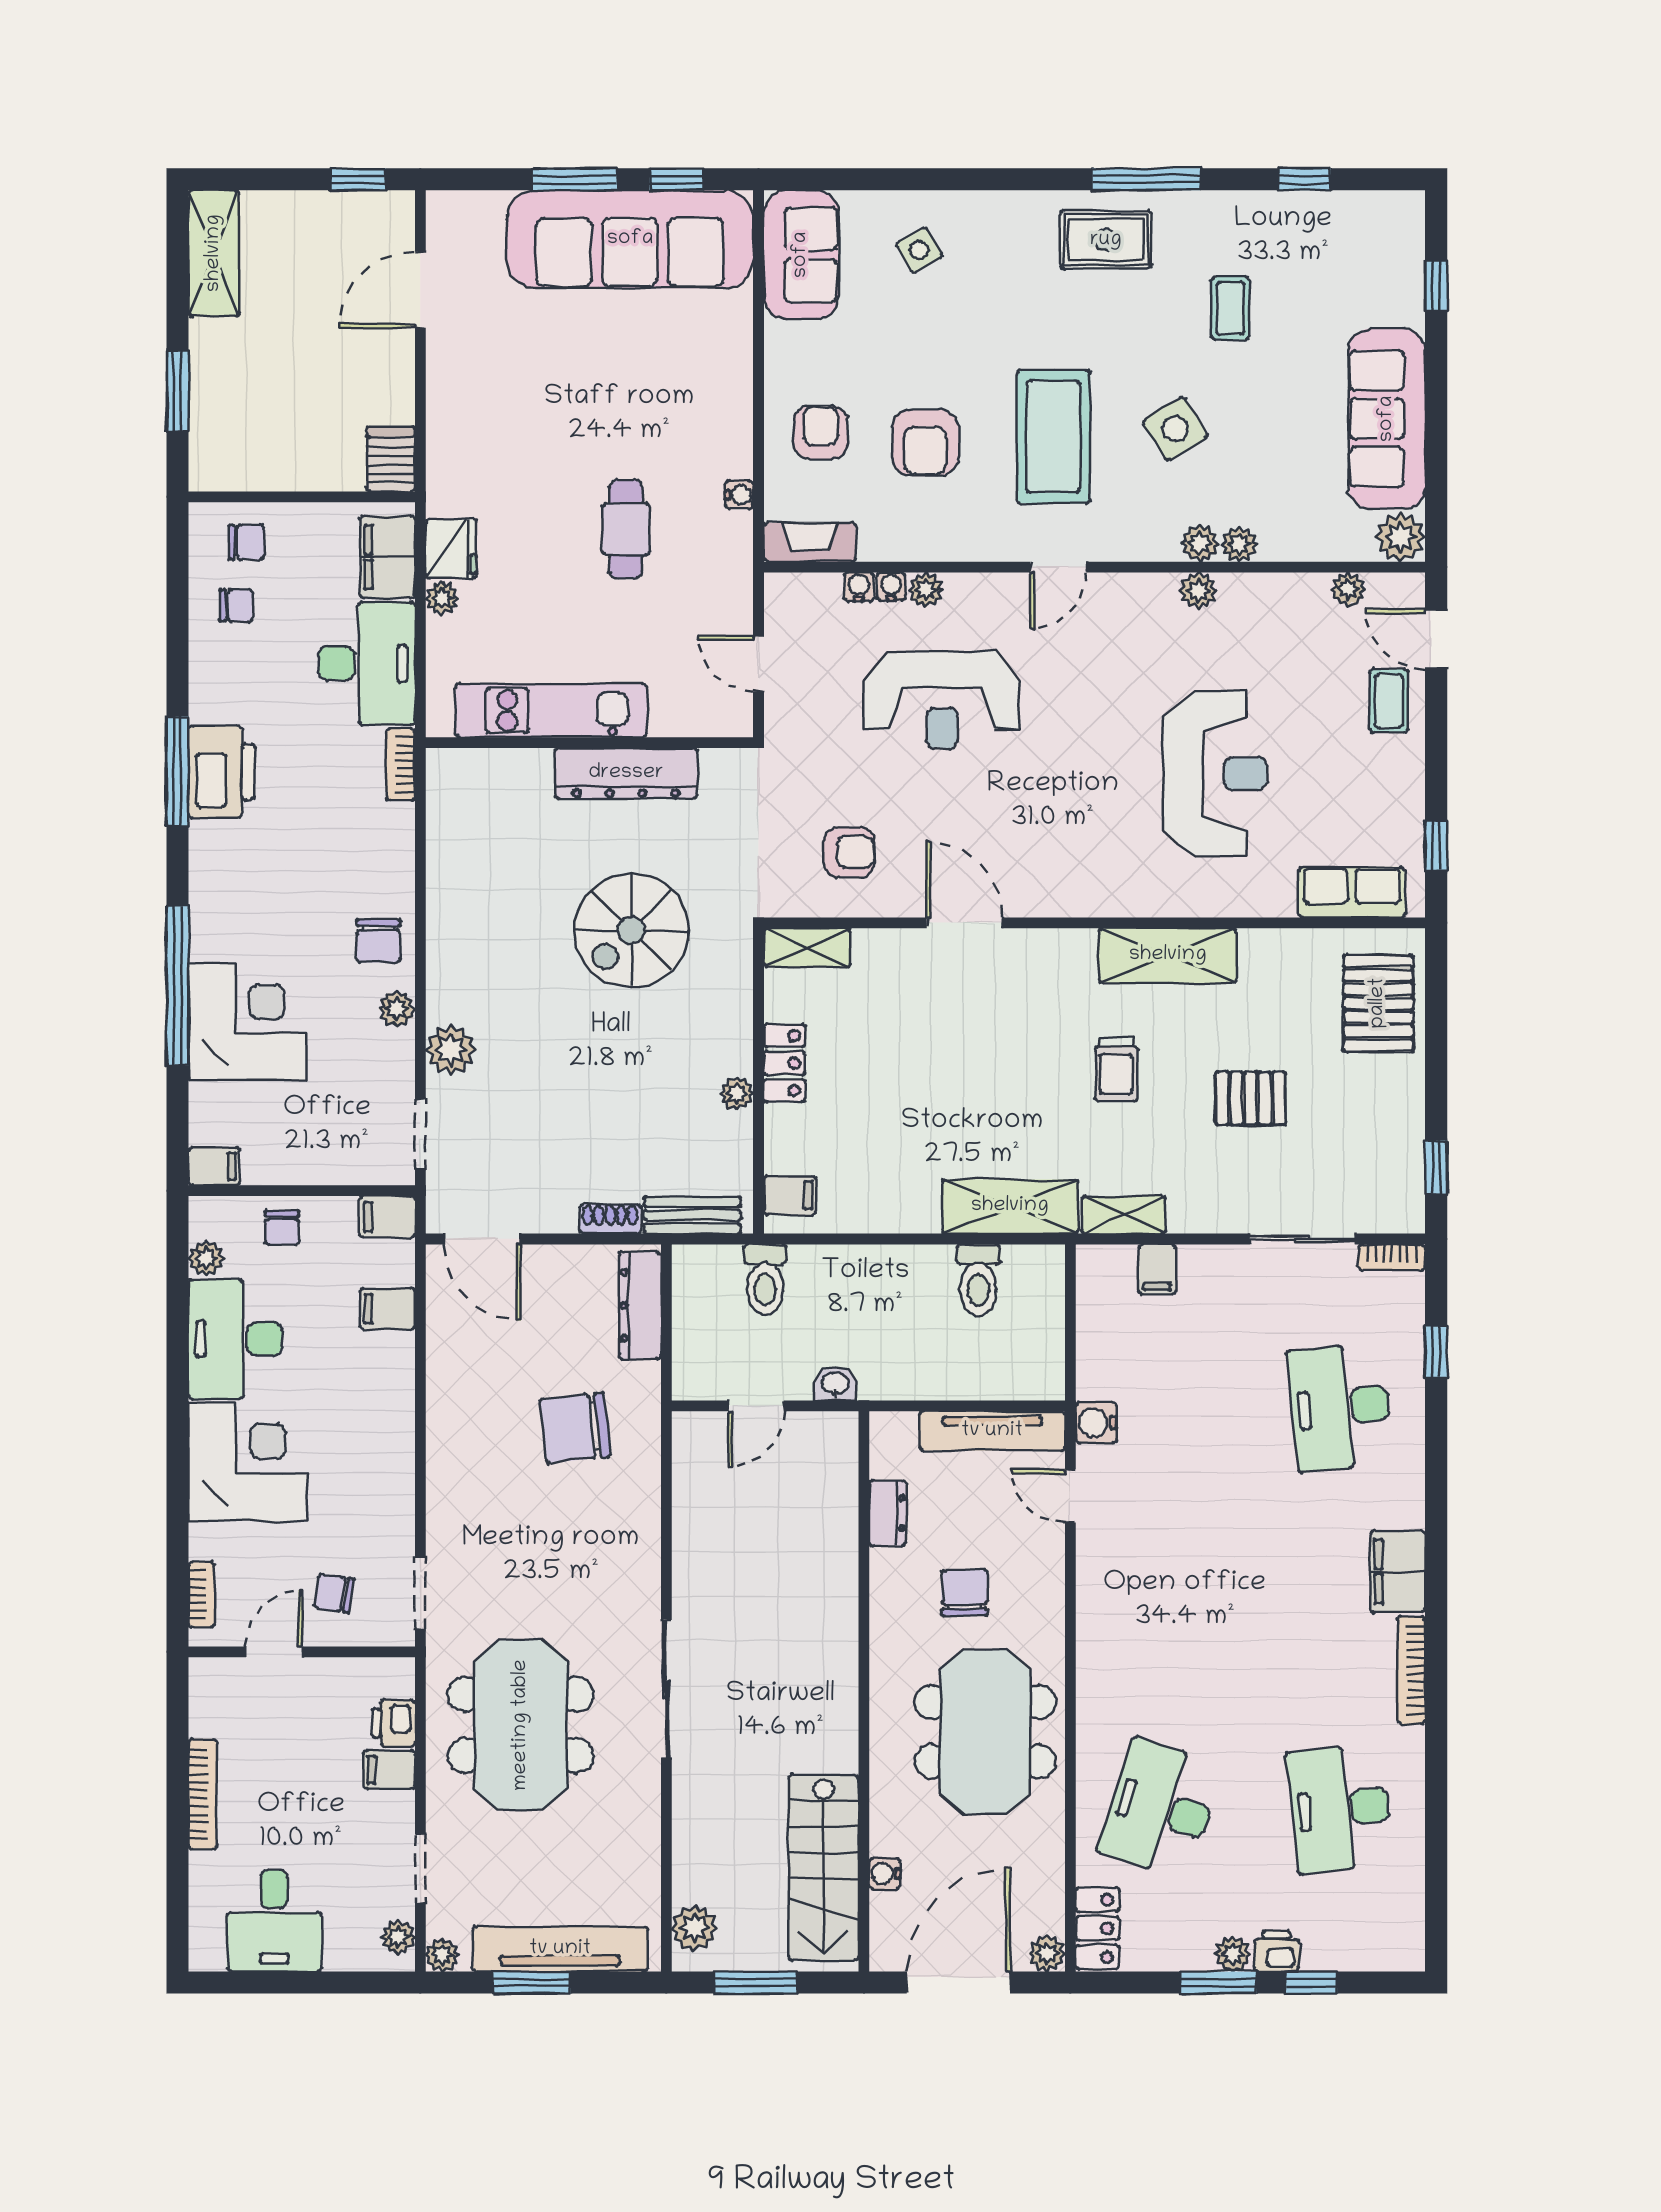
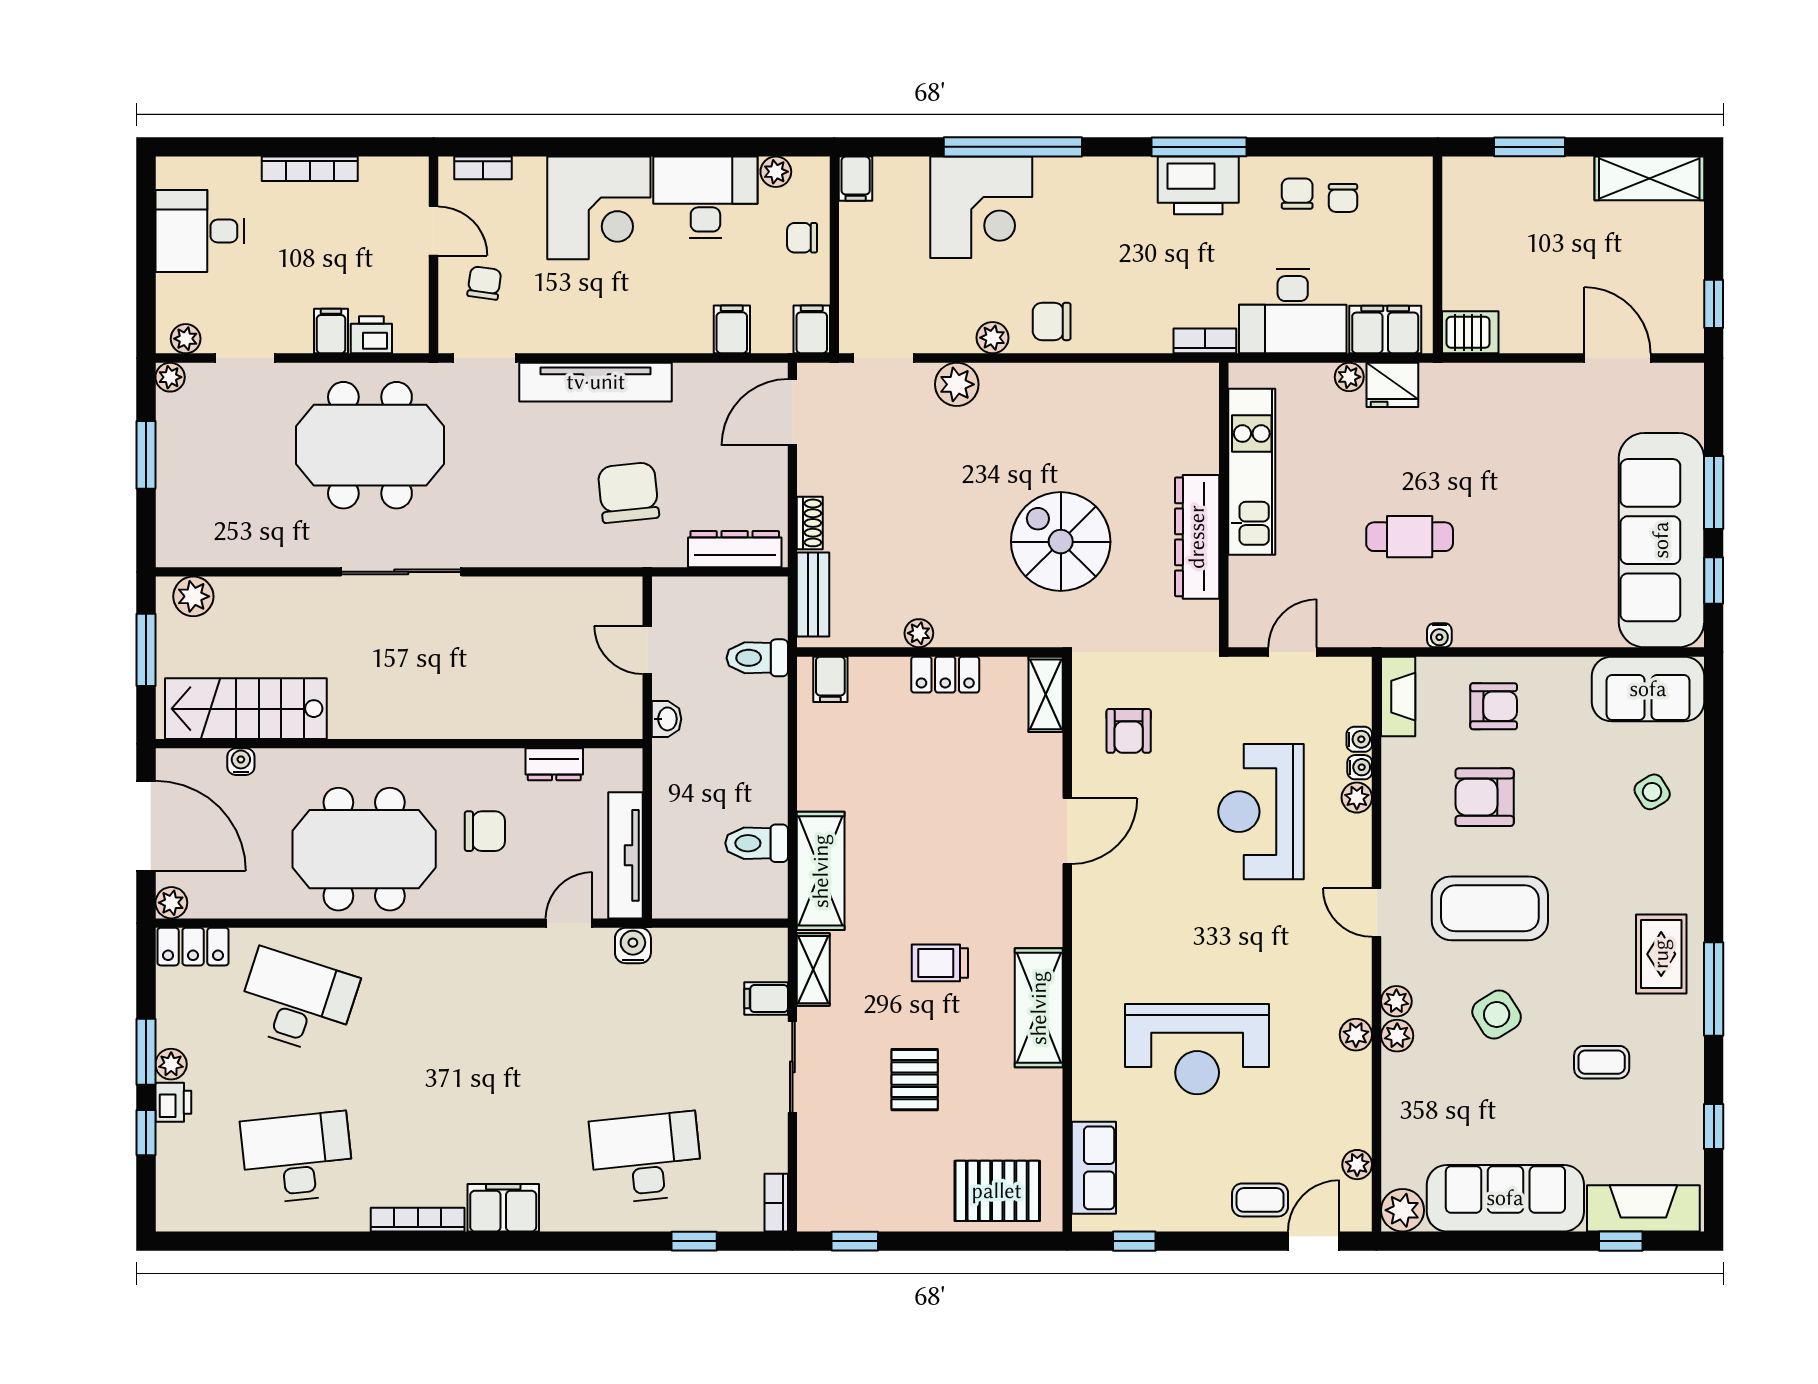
fireplace: (1399, 260) -> (1643, 1208), added
chair: (246, 542) -> (1297, 194), moved, turned 180
plant: (1239, 544) -> (1396, 1001), moved
sliding door: (1302, 1239) -> (792, 1067), moved
tv unit: (560, 1949) -> (596, 382), moved, turned 90

